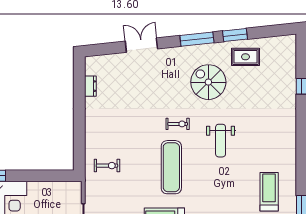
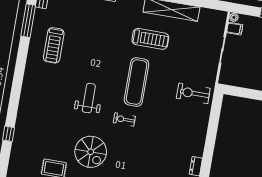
exercise bike: (107, 166) -> (193, 93), width x1.38, depth x1.39

